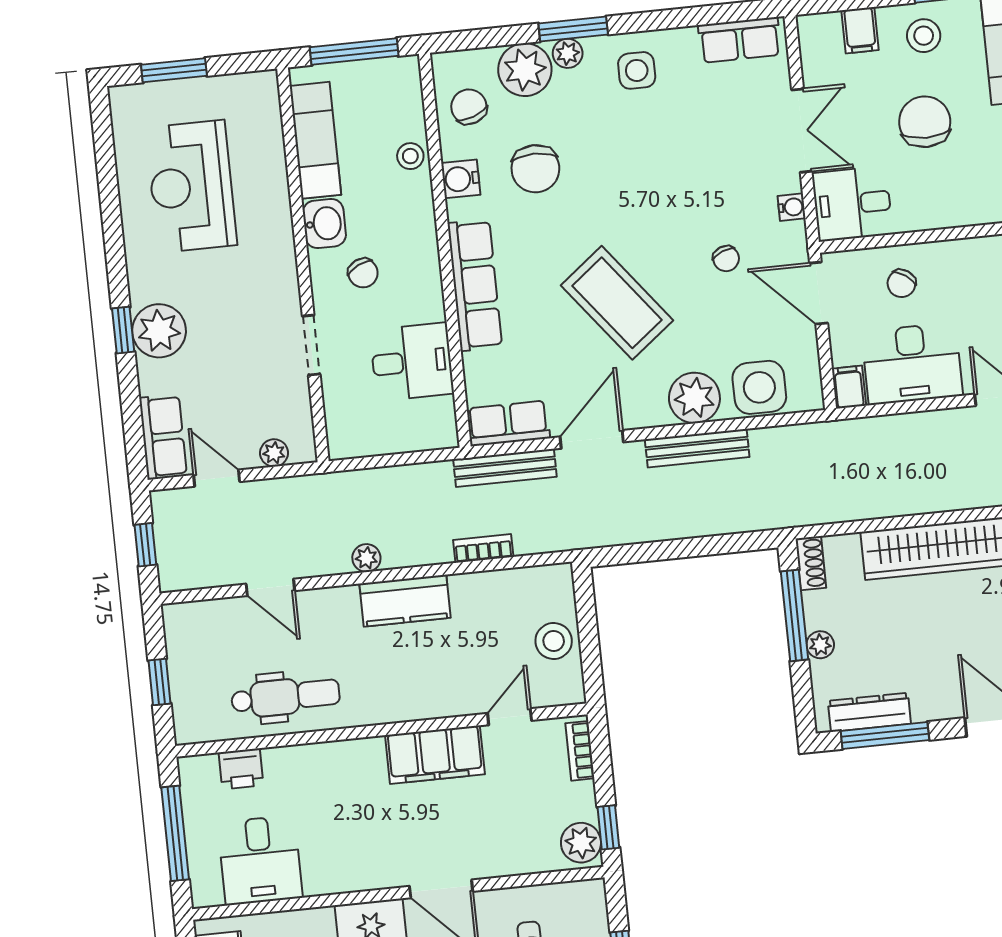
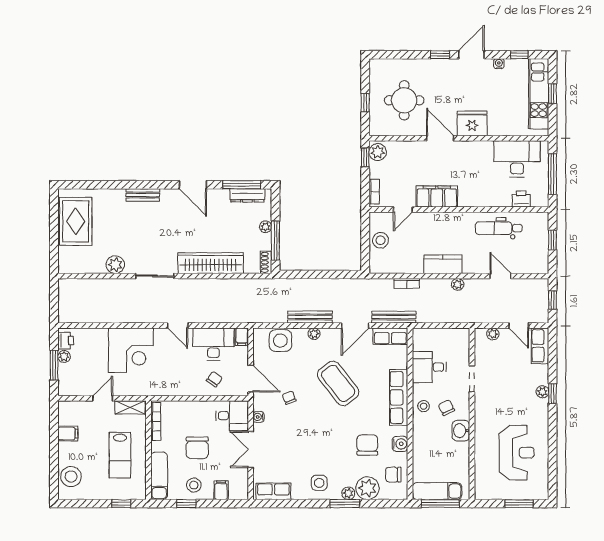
chair: (469, 107) -> (393, 475), turned 110
exam couch: (315, 140) -> (437, 491), moved, turned 90
stool: (410, 156) -> (424, 406), moved
plant: (159, 331) -> (542, 392), width x0.53, depth x0.53
plant: (694, 398) -> (314, 334), width x0.53, depth x0.53
desk: (260, 860) -> (517, 159), width x1.37

